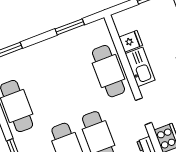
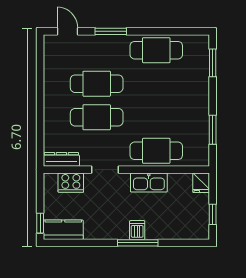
fridge: (131, 41) -> (201, 183), moved

